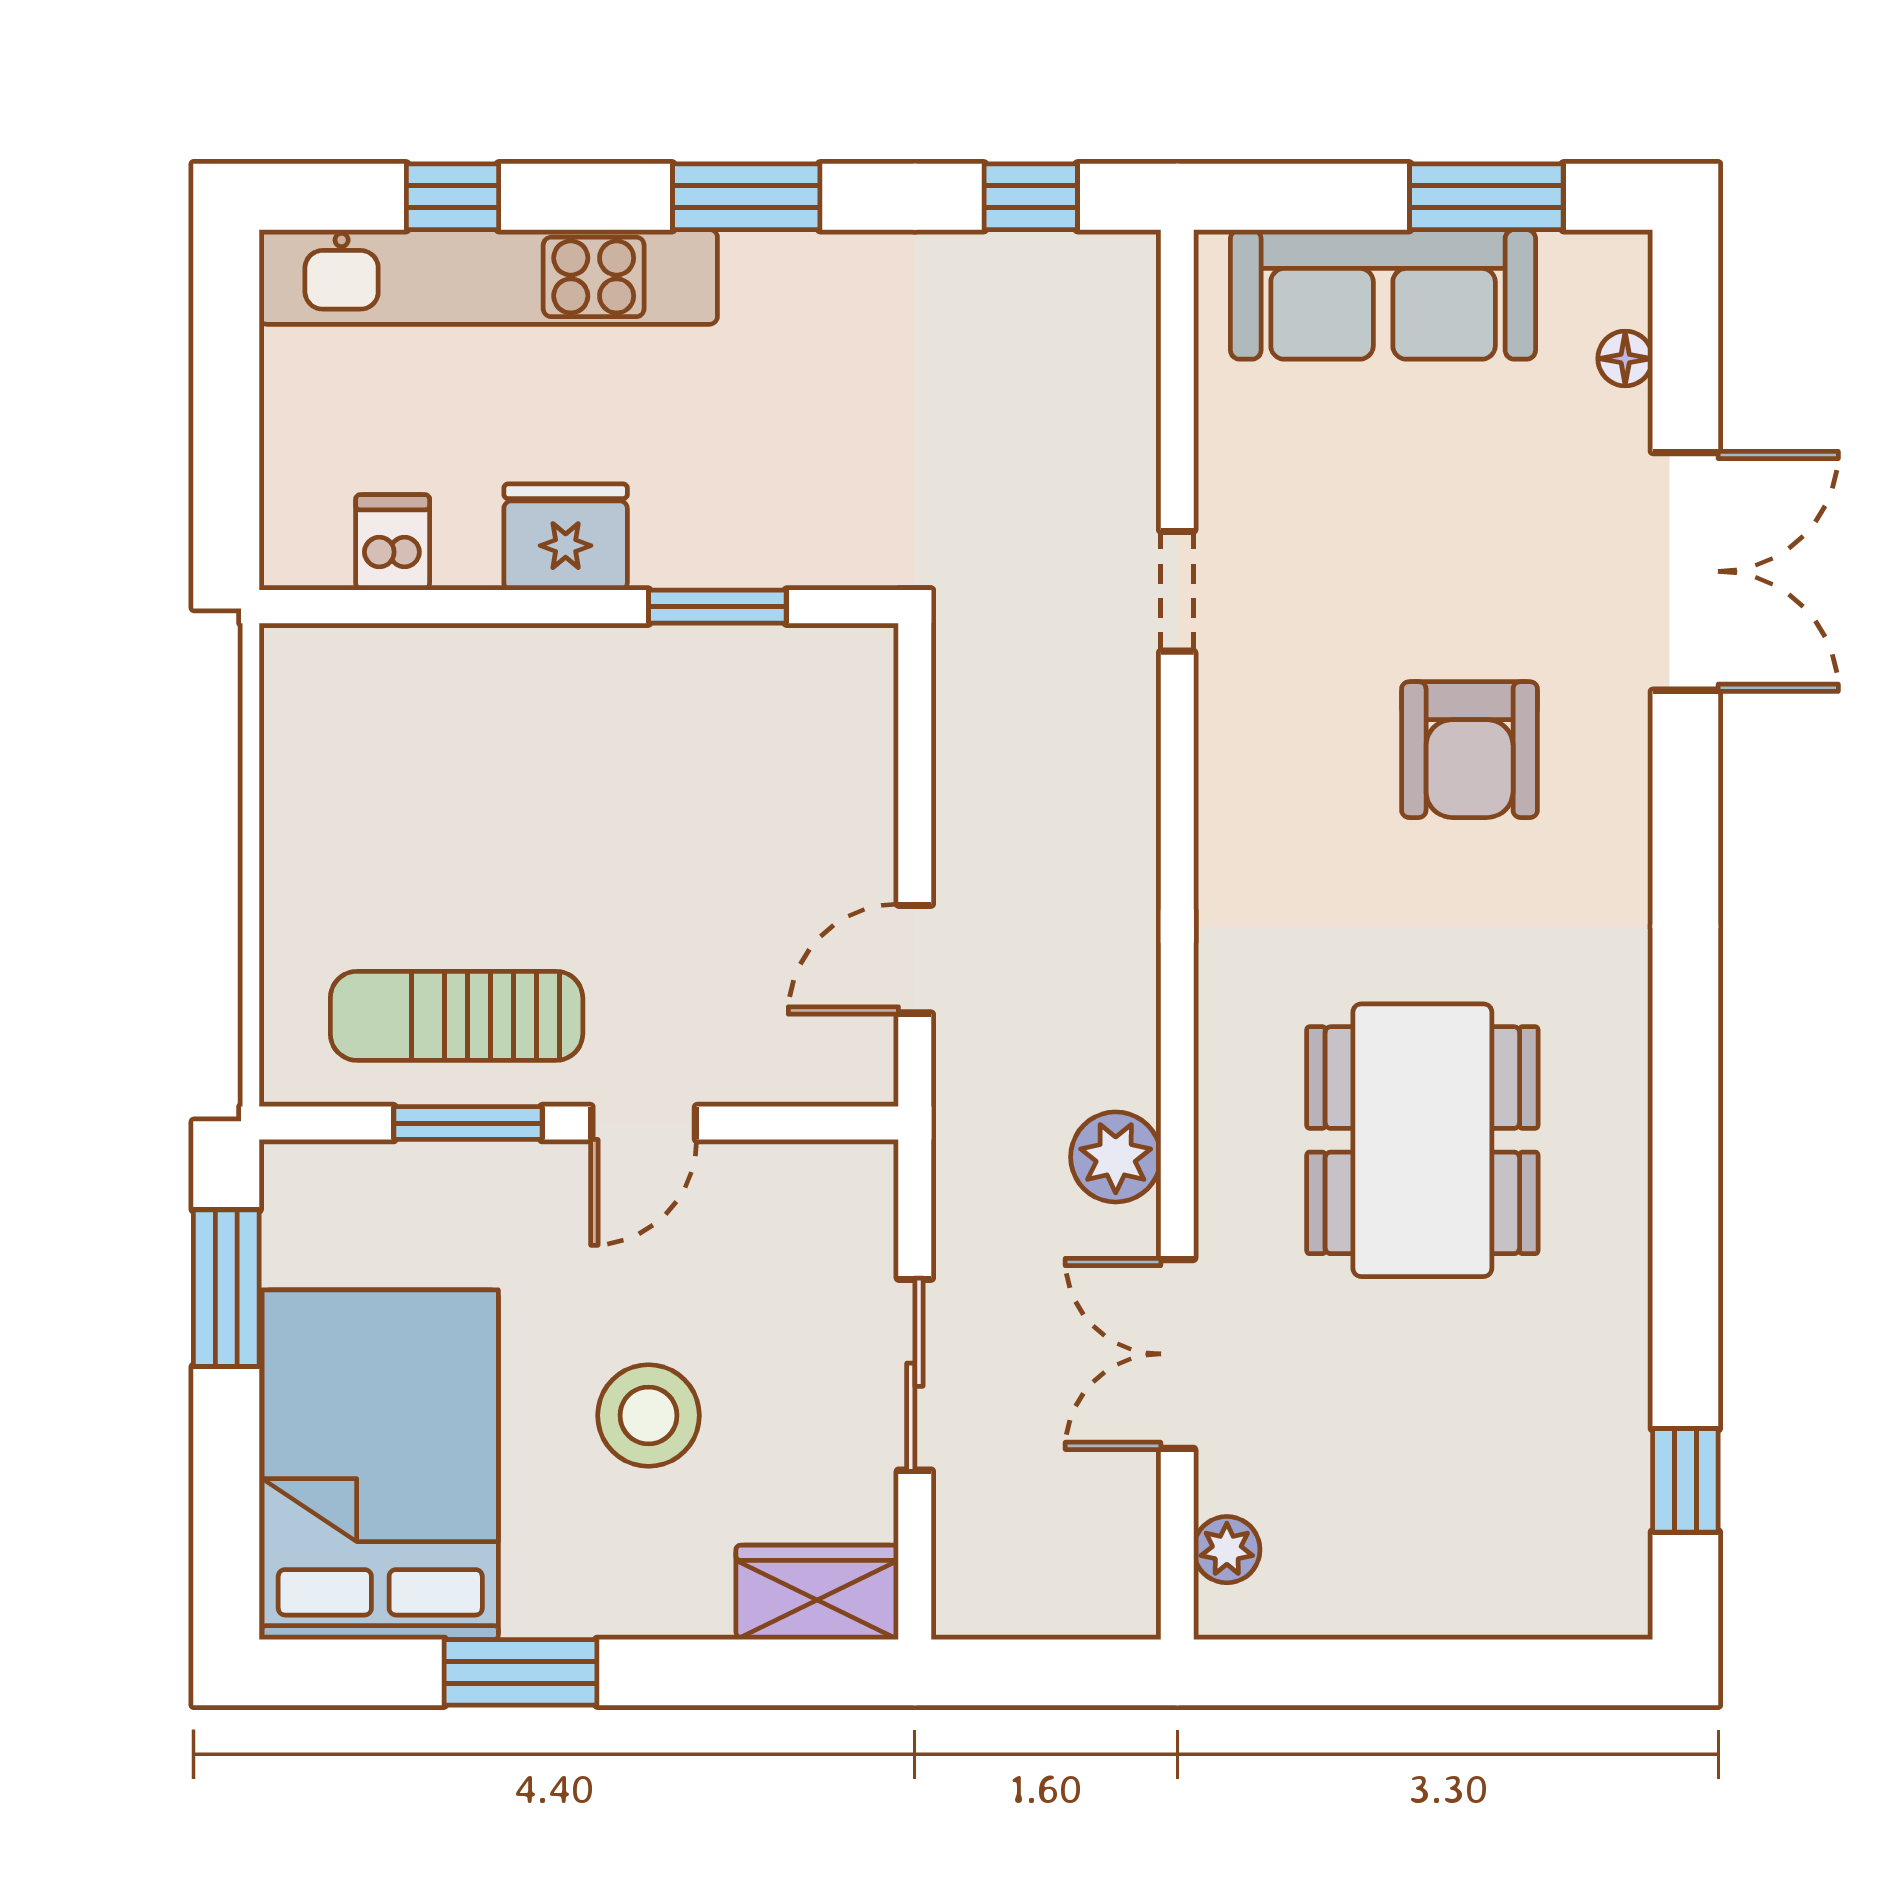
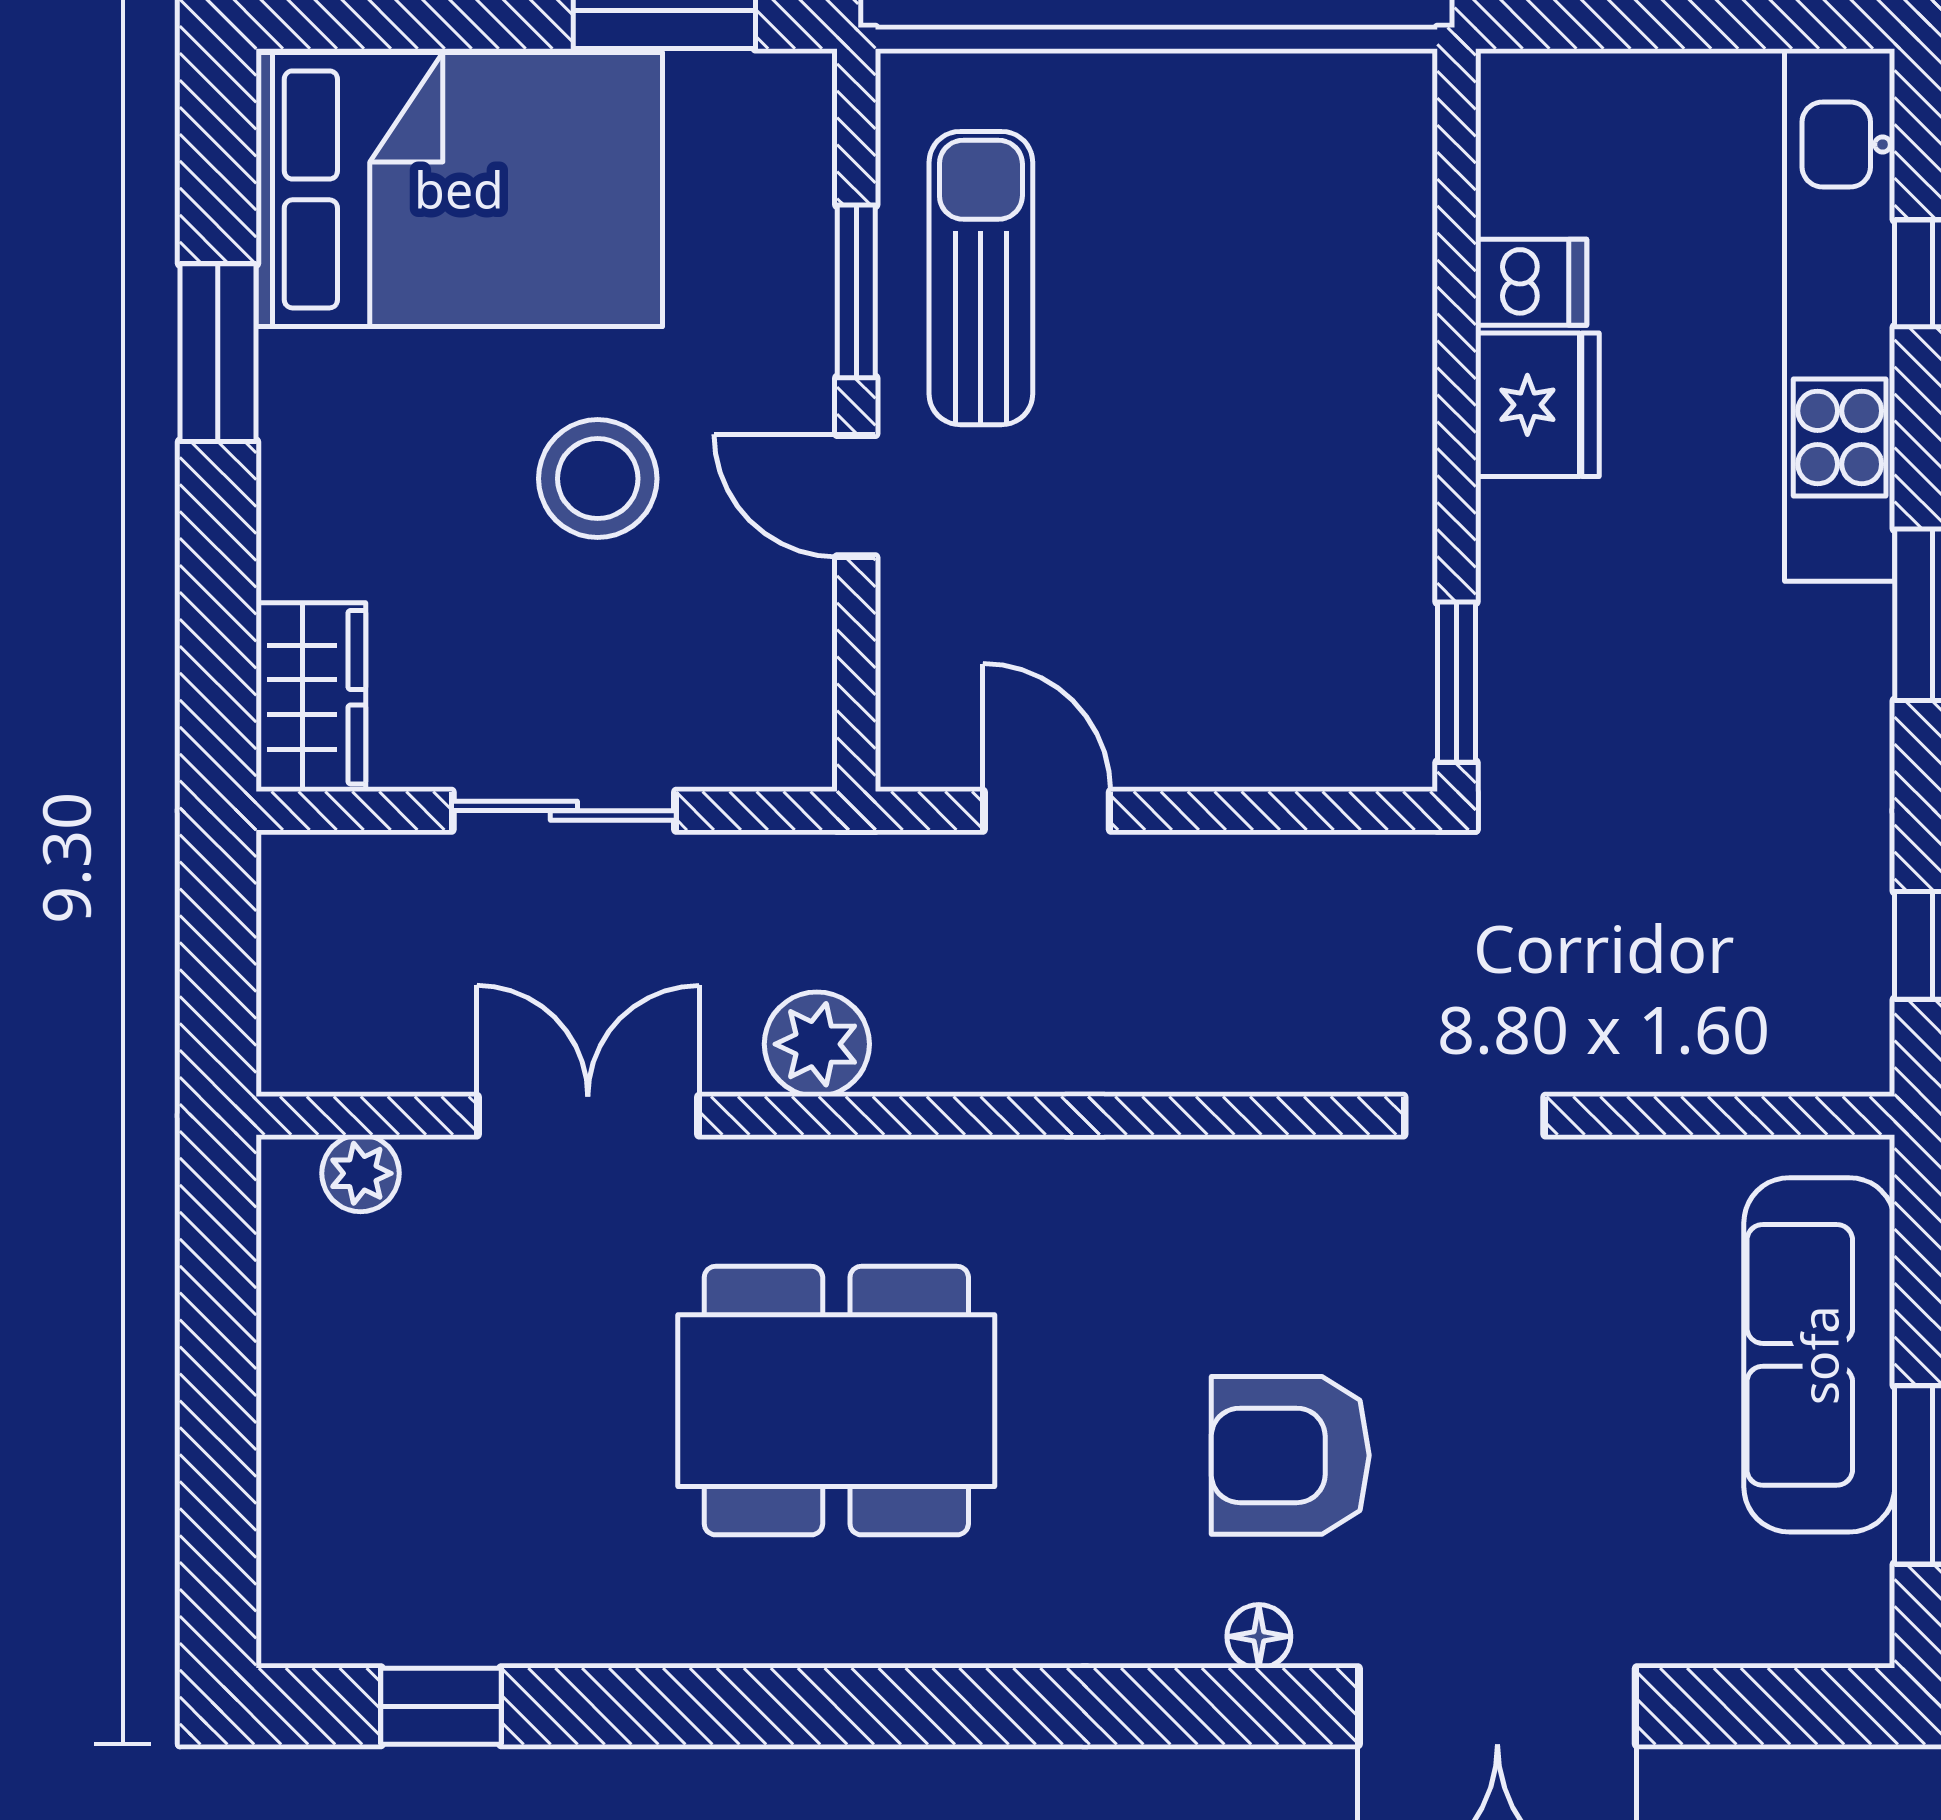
floor lamp: (1625, 359) -> (1259, 1636), moved
dishwasher: (393, 542) -> (1531, 282), moved
window: (717, 607) -> (1456, 682), moved
stool: (648, 1415) -> (598, 479), moved

